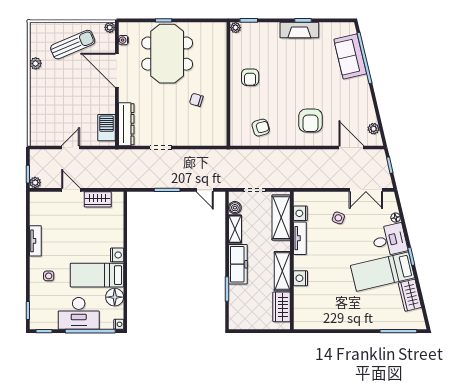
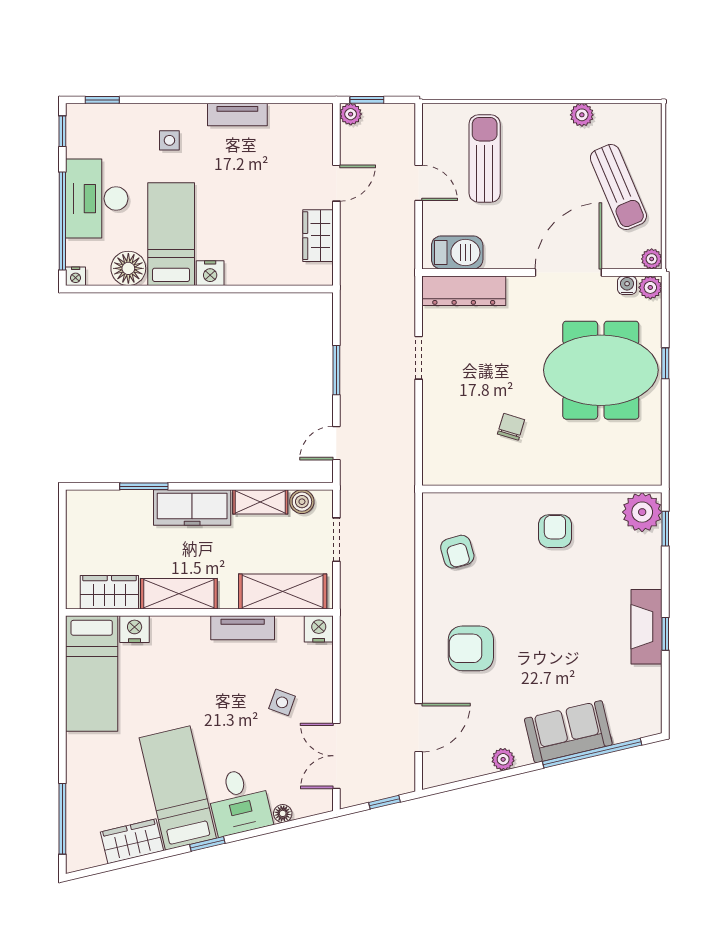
plant: (125, 28) -> (650, 287), added
plant: (236, 28) -> (642, 512), width x1.88, depth x1.88
sofa: (350, 56) -> (568, 732), moved
armchair: (250, 77) -> (555, 531), turned 90
sun lounger: (58, 113) -> (485, 159), added
plant: (373, 129) -> (503, 759), moved
nightstand: (300, 213) -> (319, 629), moved
nightstand: (301, 278) -> (135, 629), moved
bed: (323, 316) -> (92, 673), added

